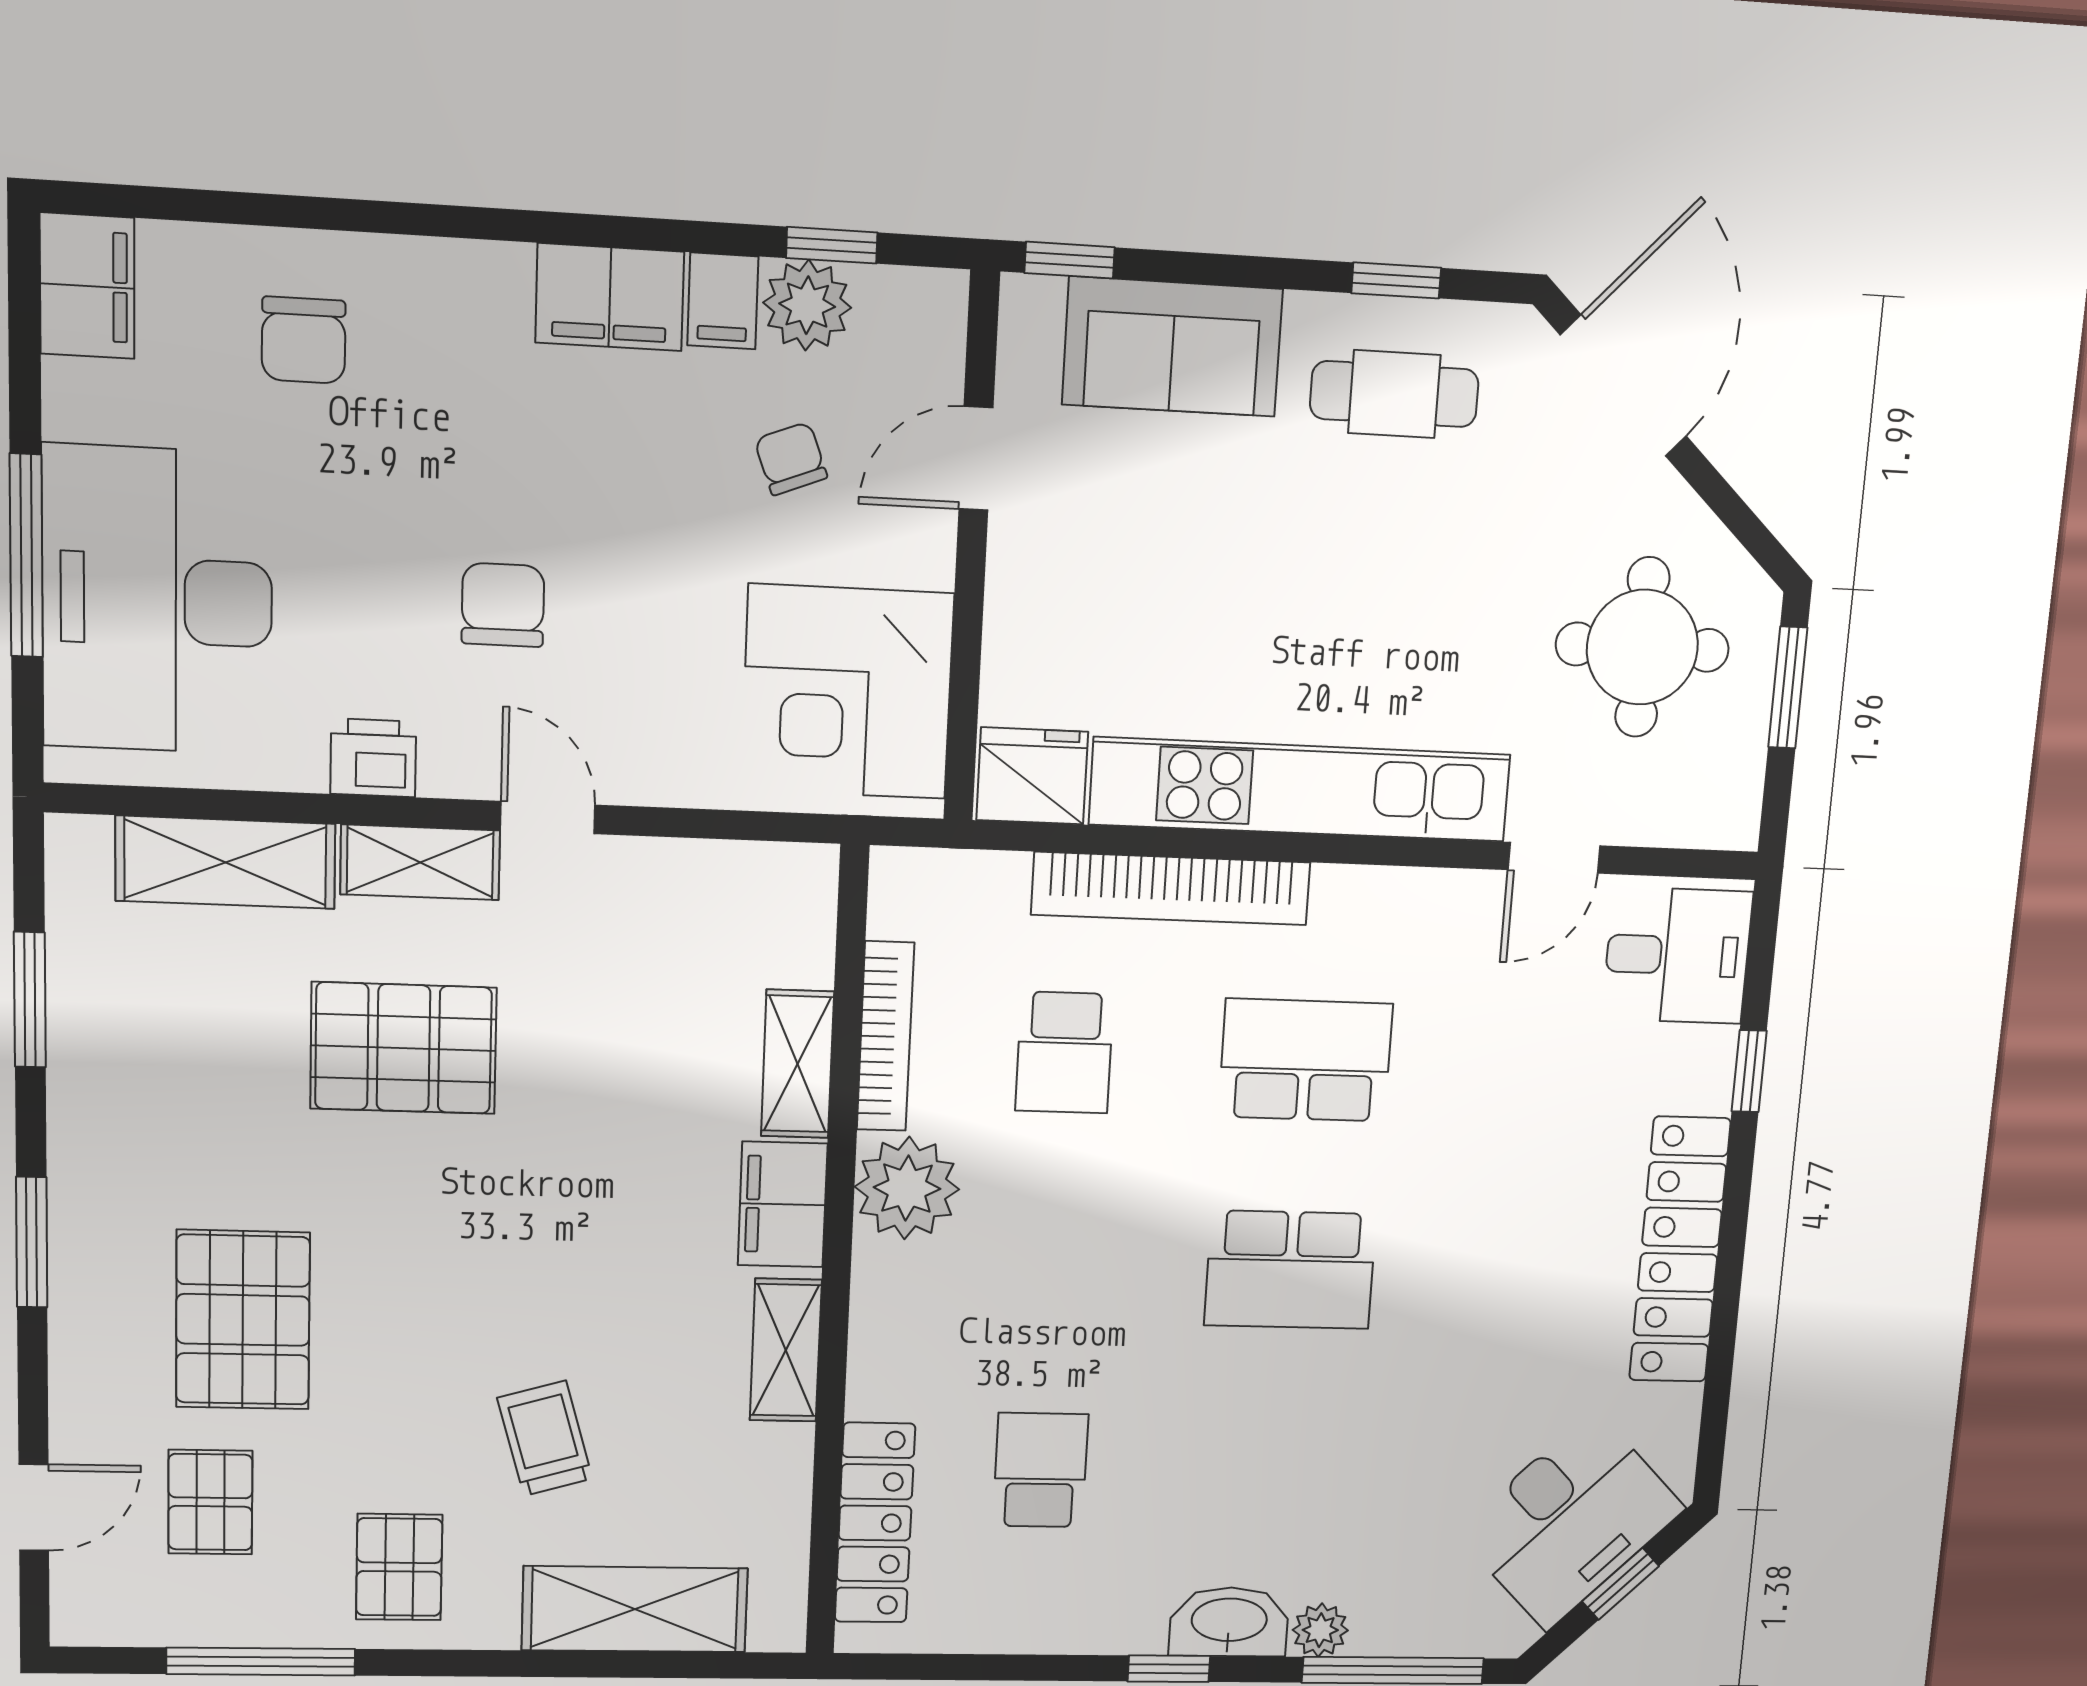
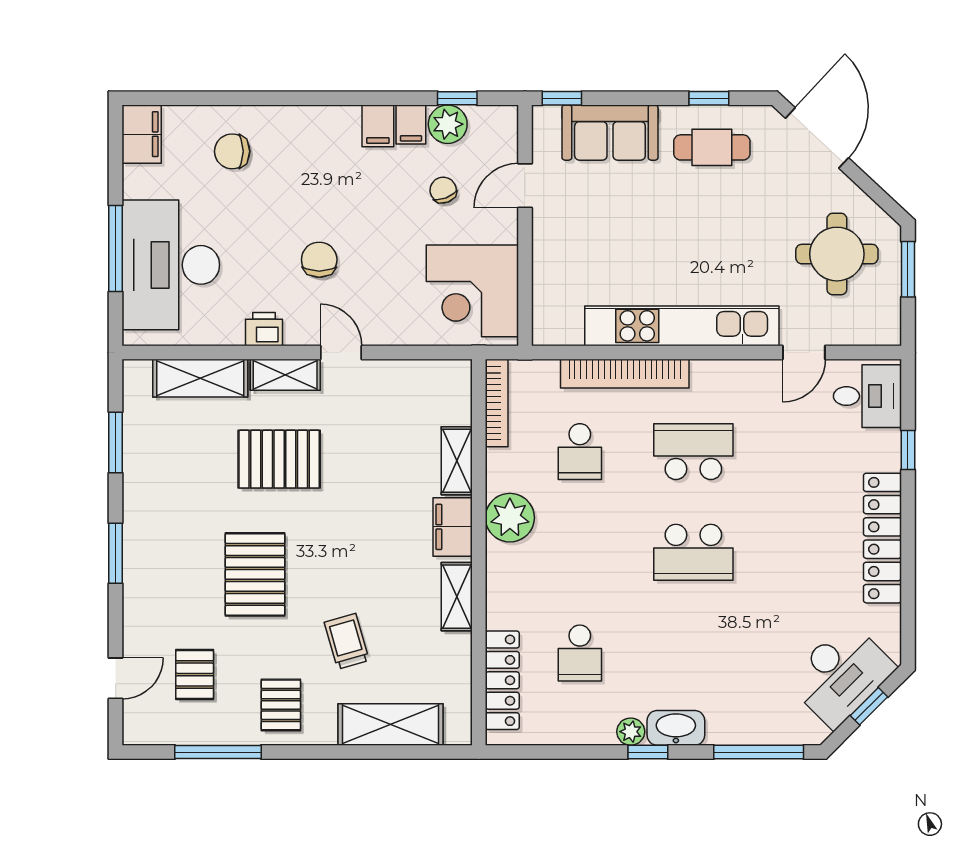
filing cabinet: (610, 297) -> (378, 126), width x0.50
chair: (304, 340) -> (232, 151), turned 90
fridge: (1032, 776) -> (558, 325), removed
bookcase: (885, 1036) -> (497, 403), moved
pallet: (243, 1320) -> (255, 574), moved
school desk: (1041, 1470) -> (580, 653), turned 180
plant: (1320, 1630) -> (631, 732), moved

